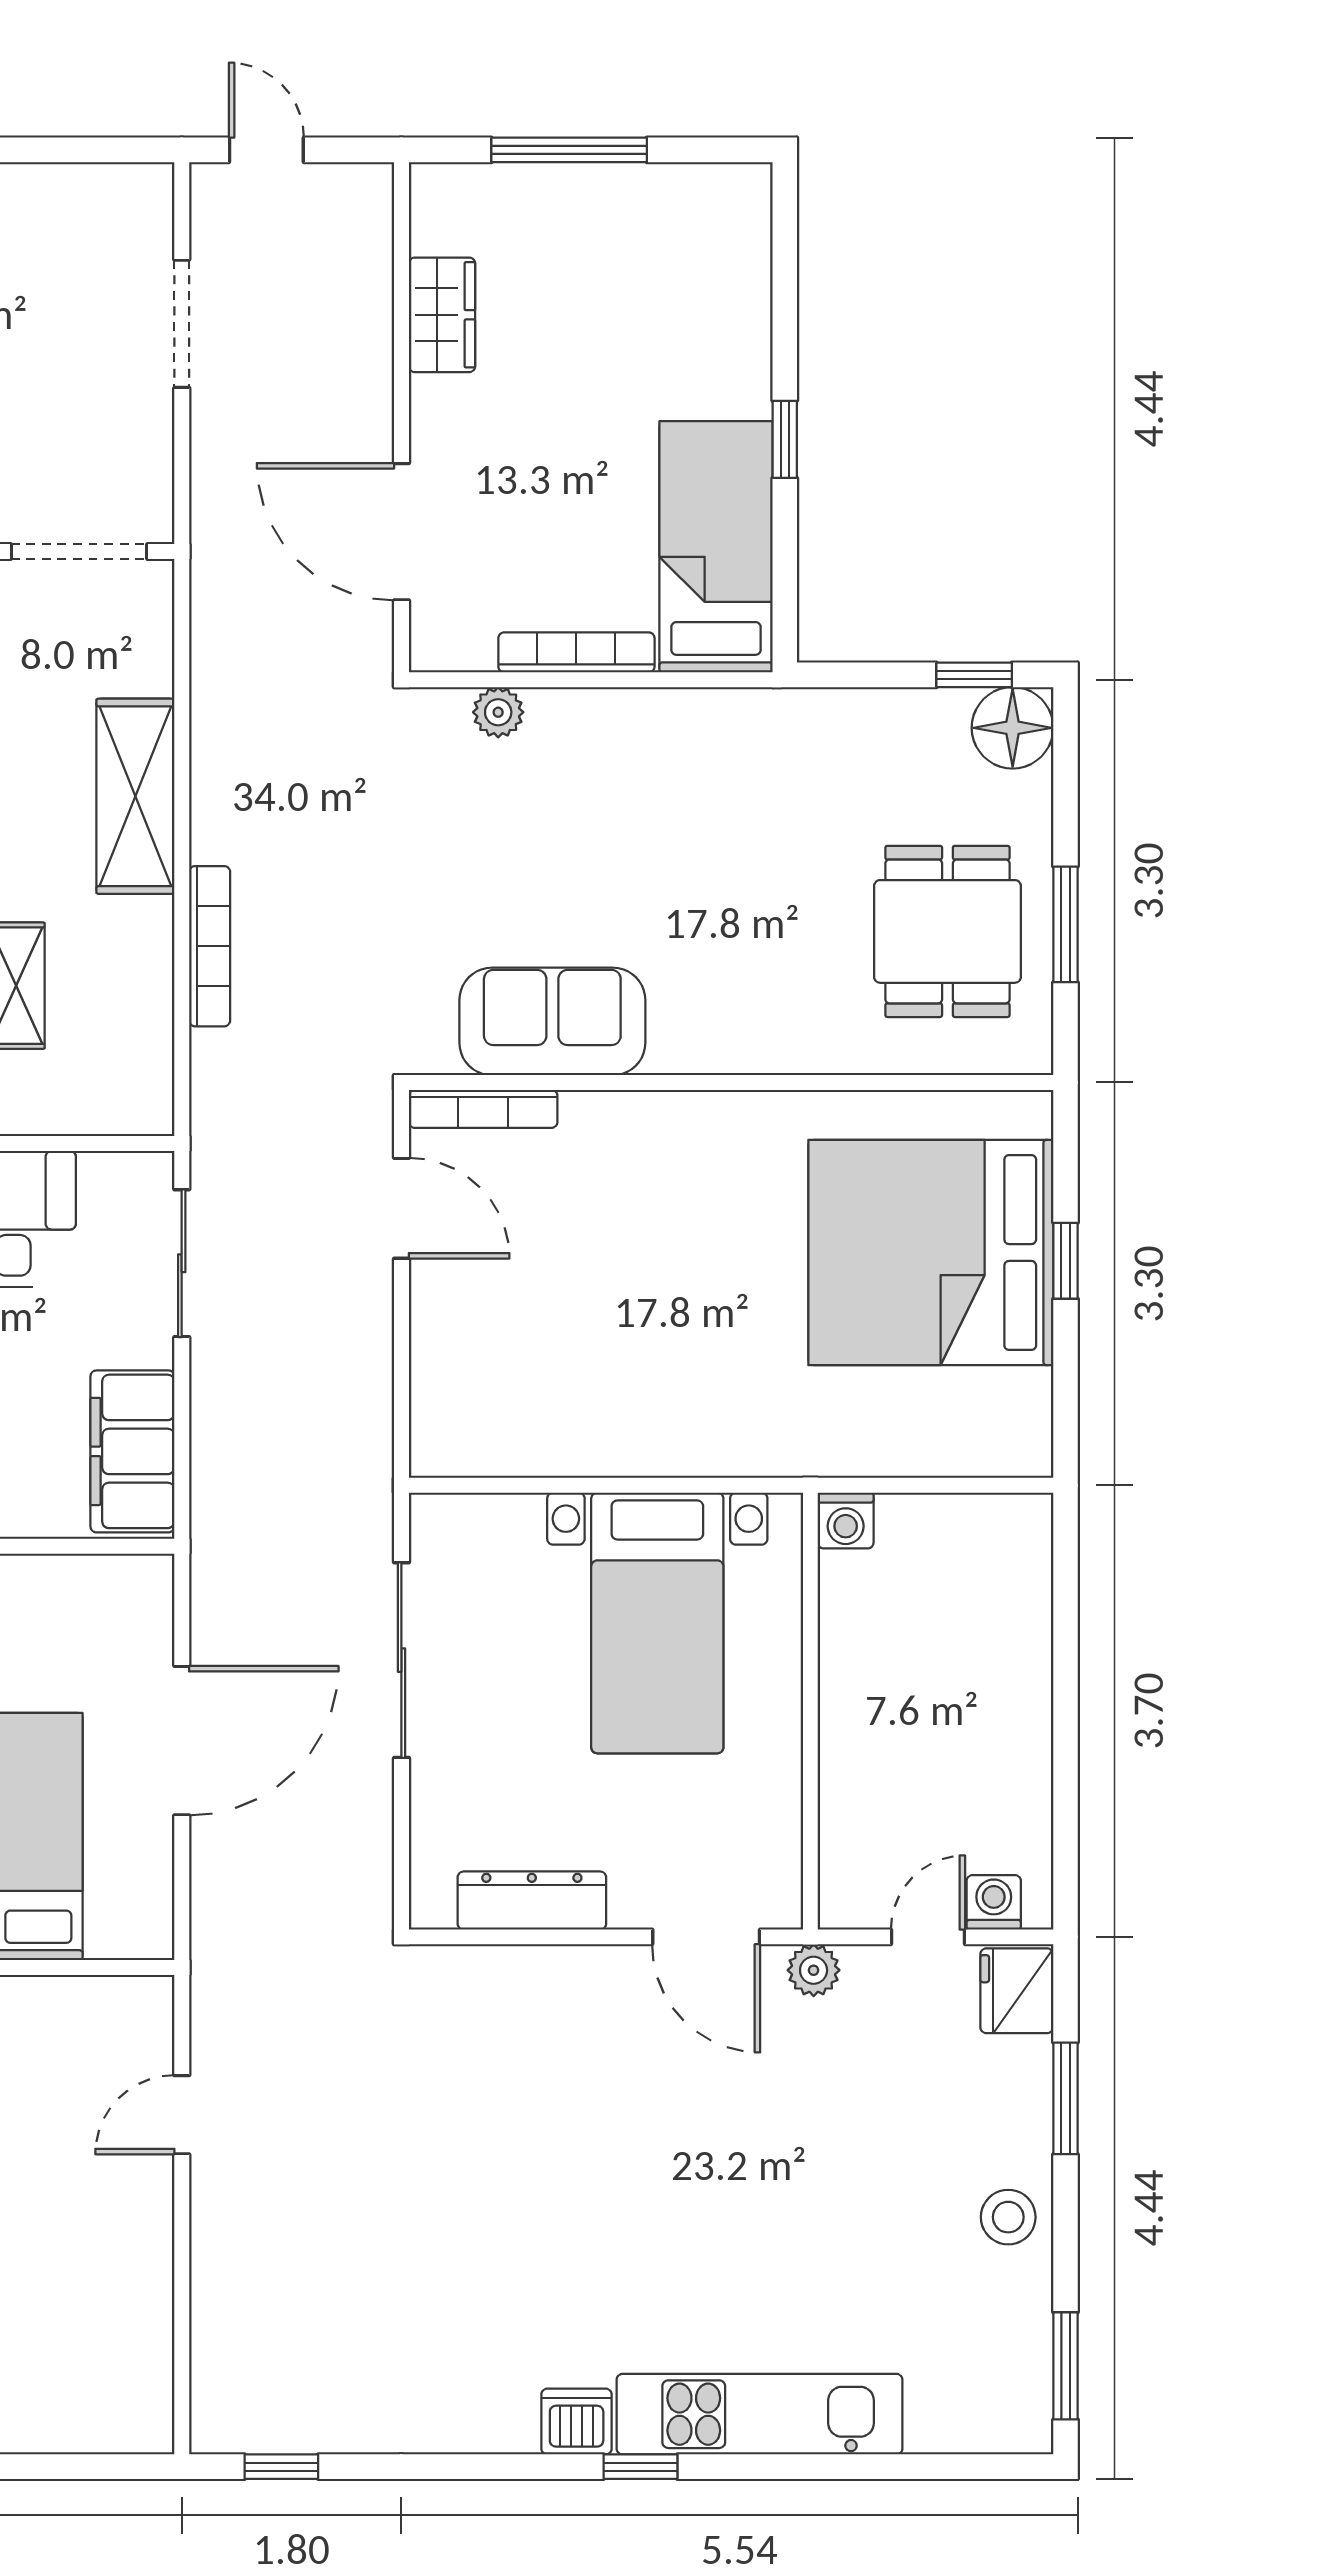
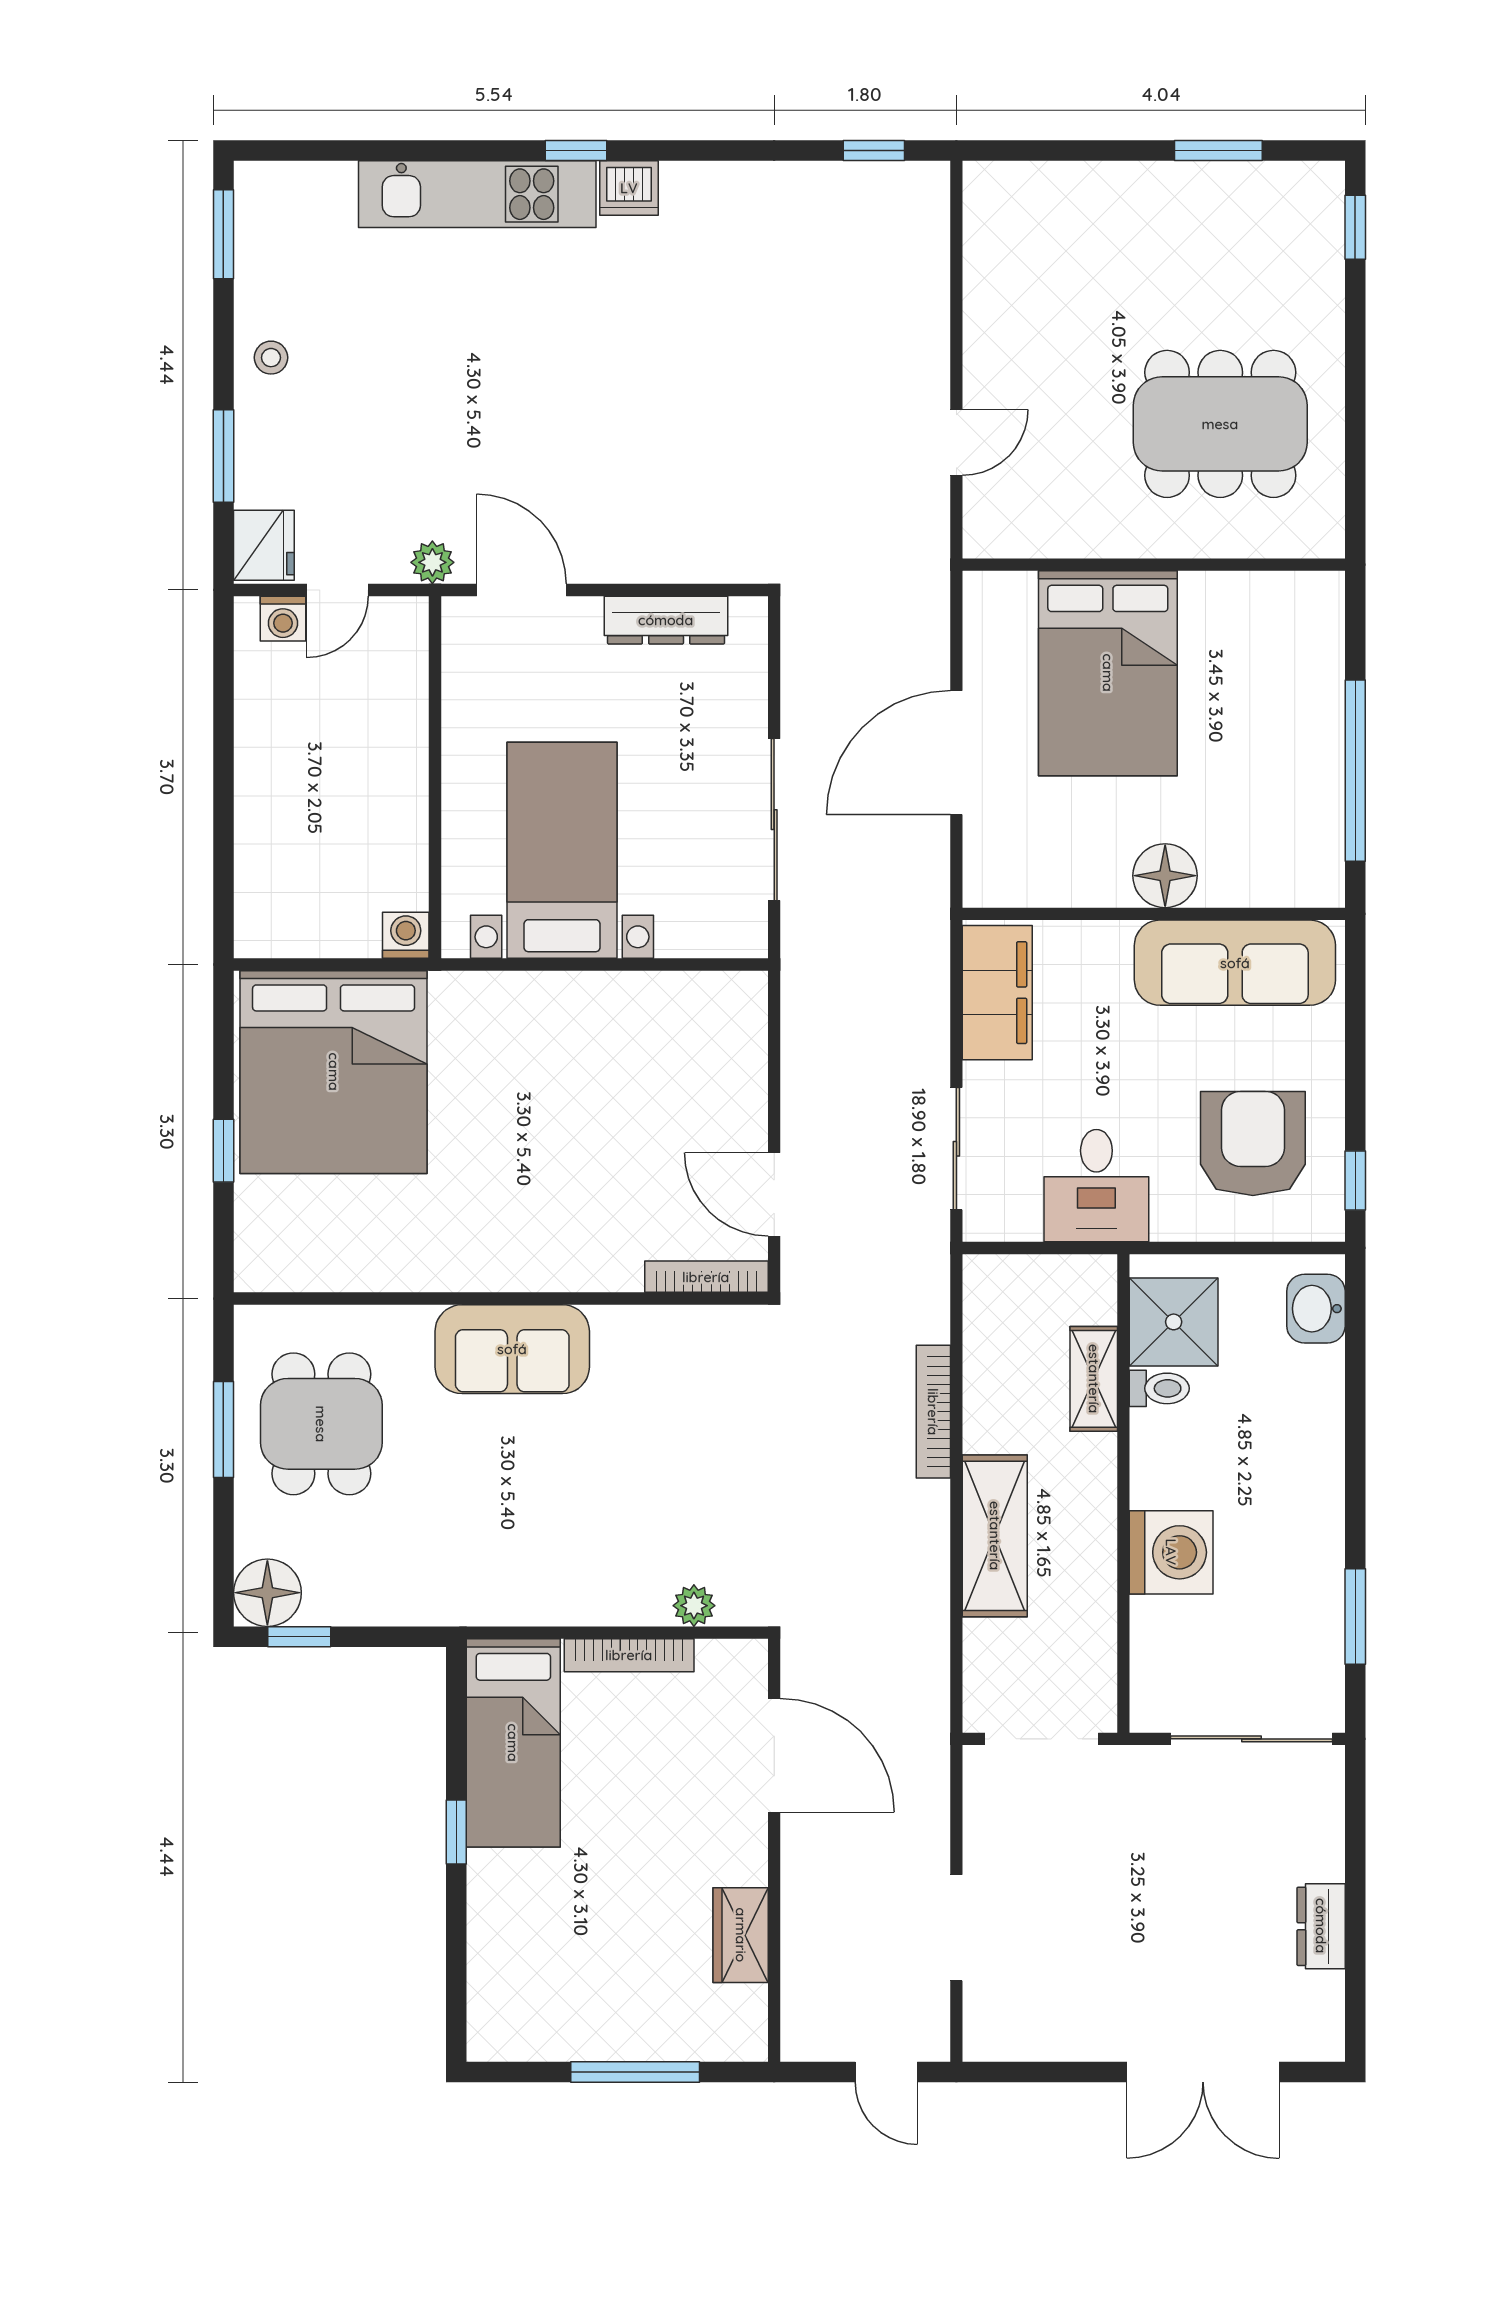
sofa: (552, 1021) -> (512, 1349), moved
bed: (931, 1252) -> (334, 1072), moved, turned 90
stool: (1008, 2217) -> (271, 358), width x0.73, depth x0.73

